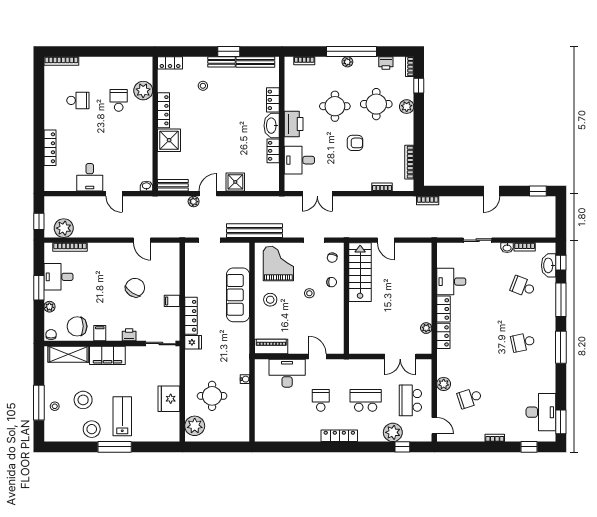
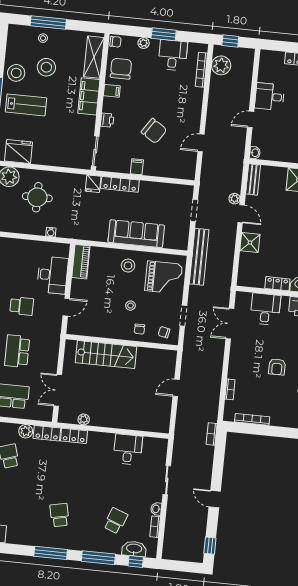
stairs: (360, 272) -> (106, 355), moved
locker: (443, 309) -> (47, 433), moved
fridge: (169, 399) -> (19, 152), moved
school desk: (366, 400) -> (17, 351), turned 180

